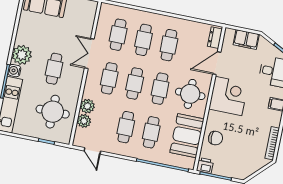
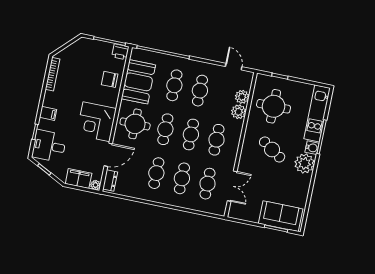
plant: (229, 33) -> (95, 185), added
double door: (89, 54) -> (232, 186), moved
cafe table: (54, 69) -> (272, 149), turned -56

